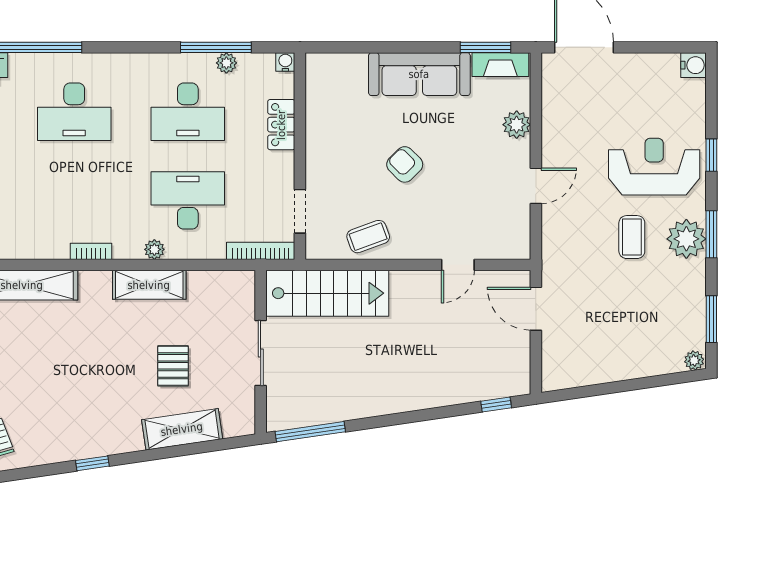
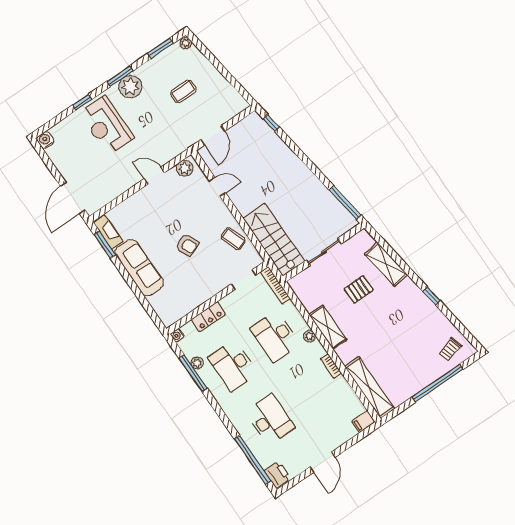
desk: (188, 112) -> (233, 365), turned 180
plant: (517, 125) -> (185, 168), moved
armchair: (405, 164) -> (187, 245), turned -69
coffee table: (632, 237) -> (183, 92), moved

